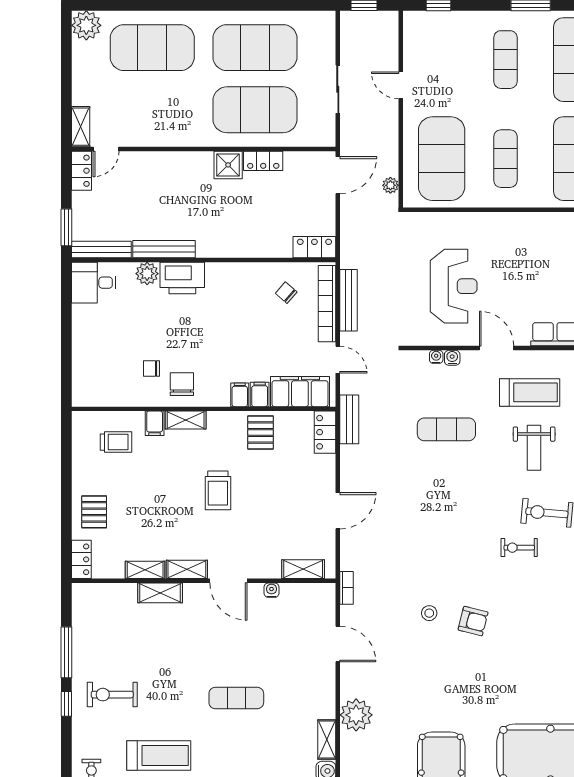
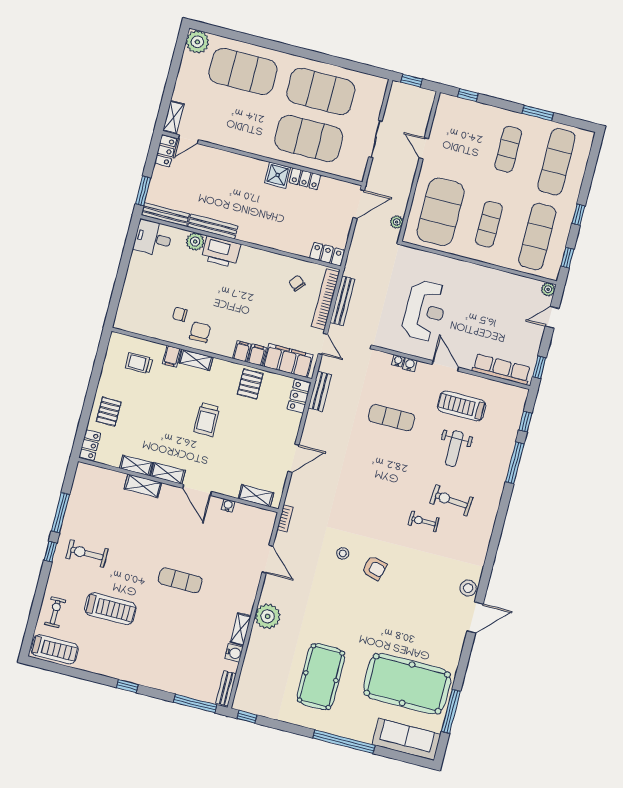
treadmill: (530, 392) -> (462, 406), turned 180
trolley: (116, 442) -> (139, 363), turned 180

